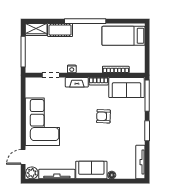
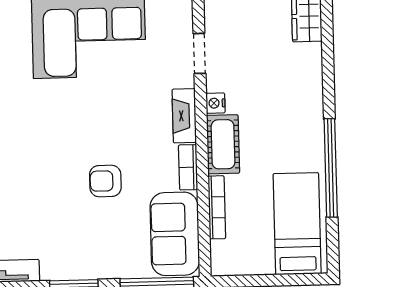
window: (85, 21) -> (331, 168), moved
cot: (60, 30) -> (223, 144), moved
armchair: (103, 116) -> (105, 181), turned -92

